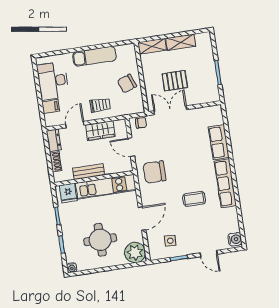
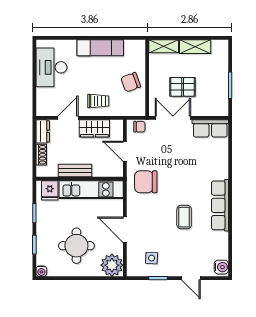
filing cabinet: (51, 107) -> (45, 95), removed
row of seats: (219, 142) -> (210, 128), moved, turned -90
coffee table: (194, 199) -> (184, 217), turned 90
door: (142, 219) -> (125, 230), swing flipped

